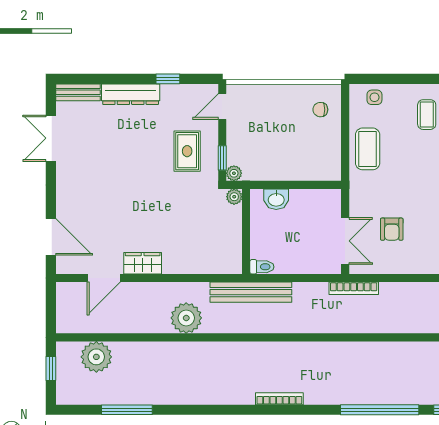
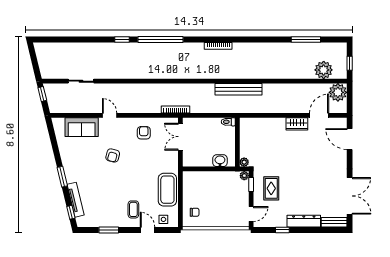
door: (402, 79) -> (148, 230), added
double door: (51, 138) -> (350, 196), width x1.37
coffee table: (368, 149) -> (167, 190), width x1.36, depth x1.32
armchair: (392, 229) -> (144, 133), moved
bench: (251, 292) -> (238, 89), moved
plant: (186, 318) -> (338, 92), moved

